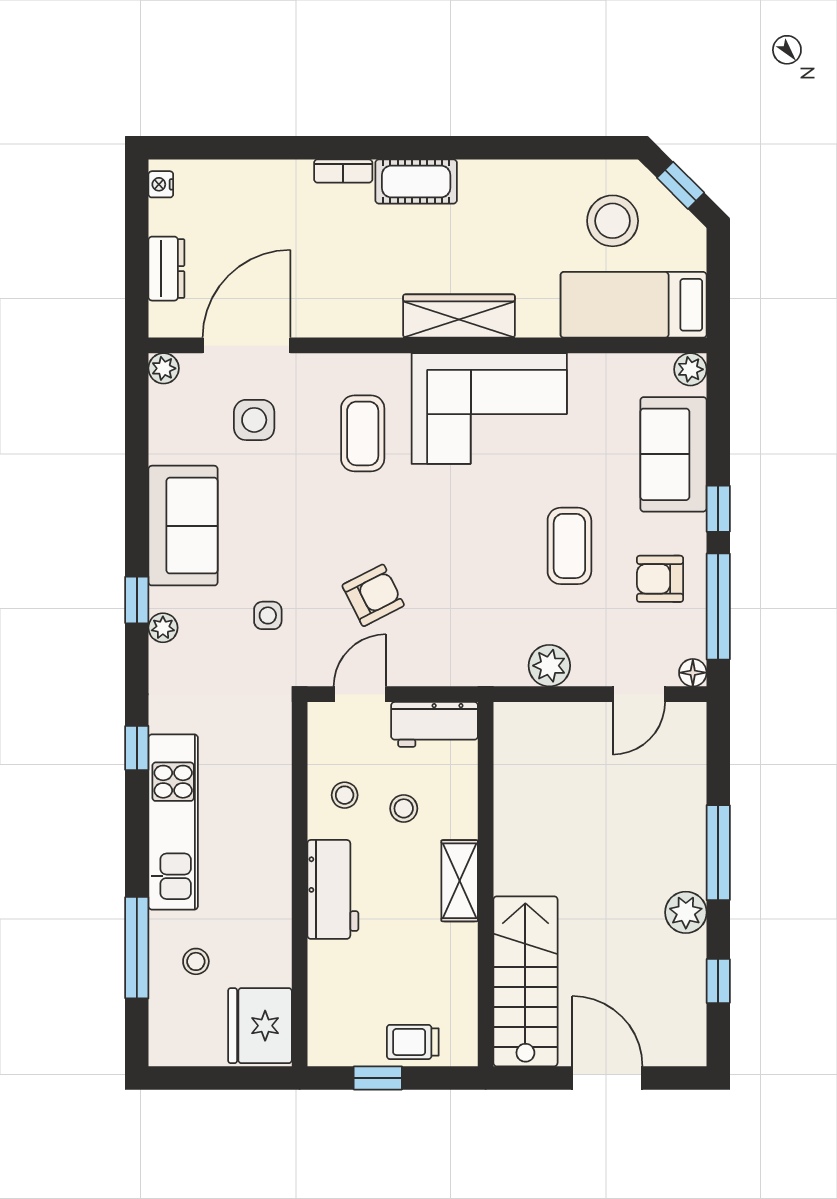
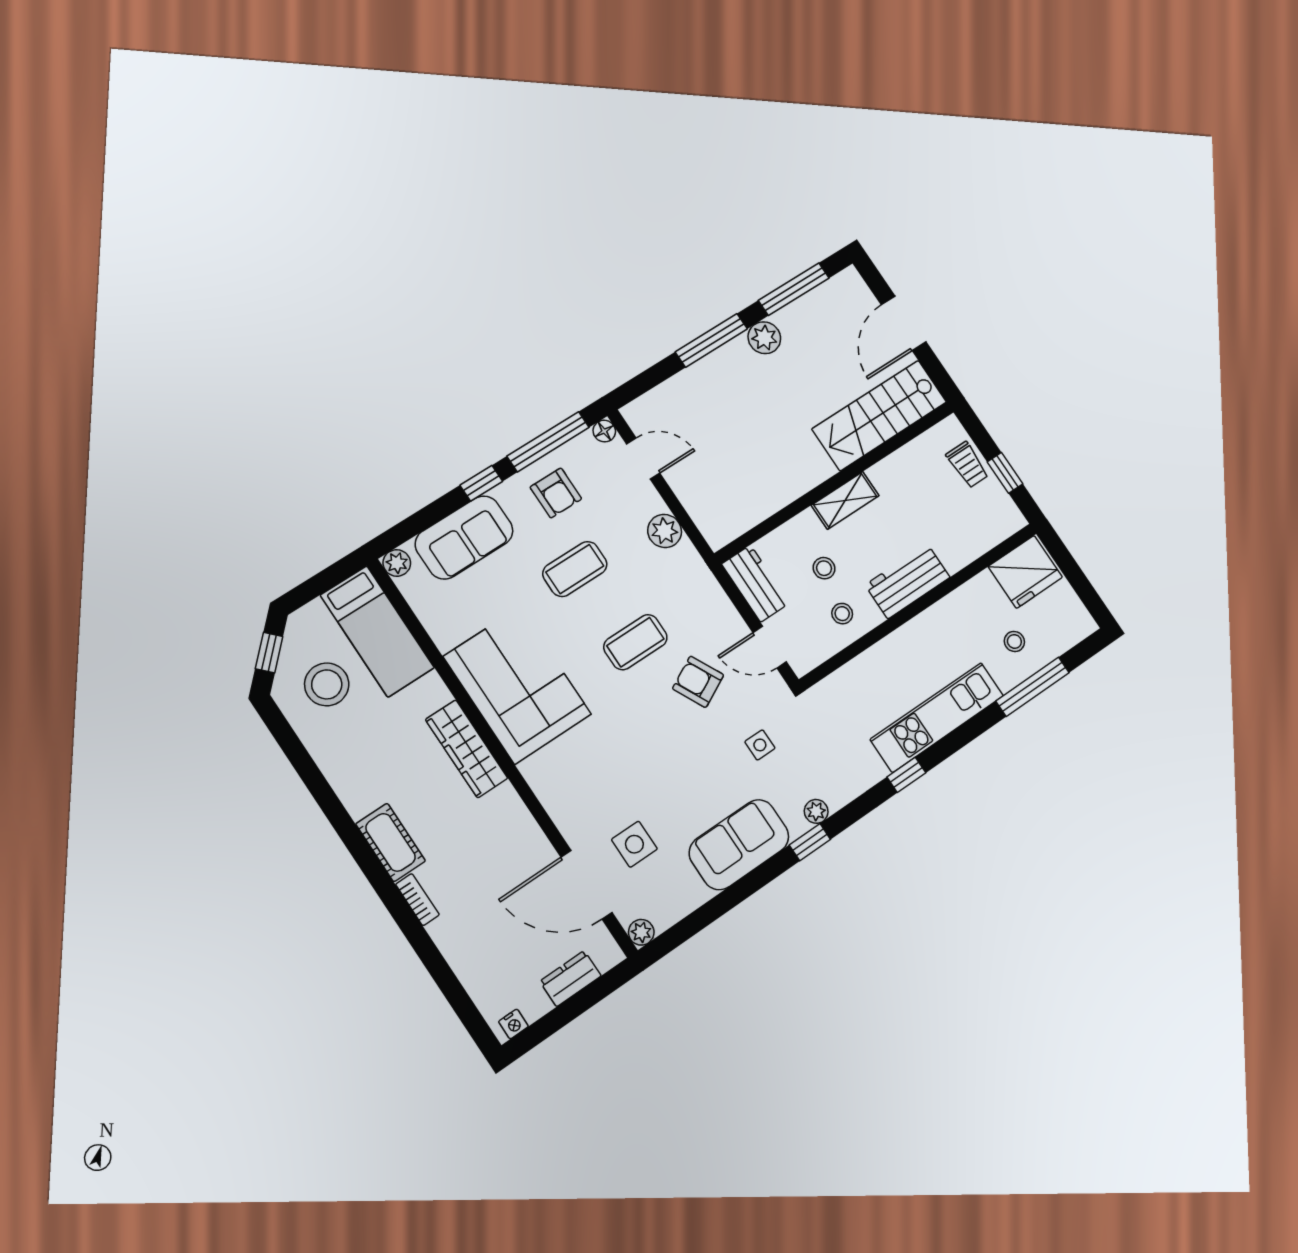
coffee table: (363, 433) -> (635, 642), moved
window: (718, 981) -> (794, 289), width x2.17

